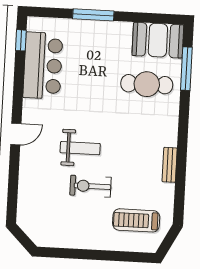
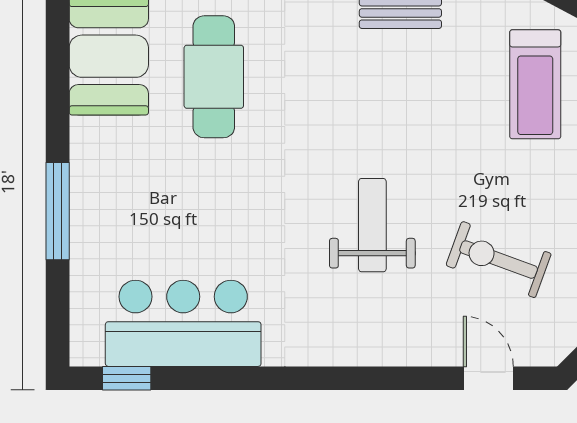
door: (16, 134) -> (488, 378), moved
exercise bike: (90, 186) -> (499, 260), moved, turned 110

